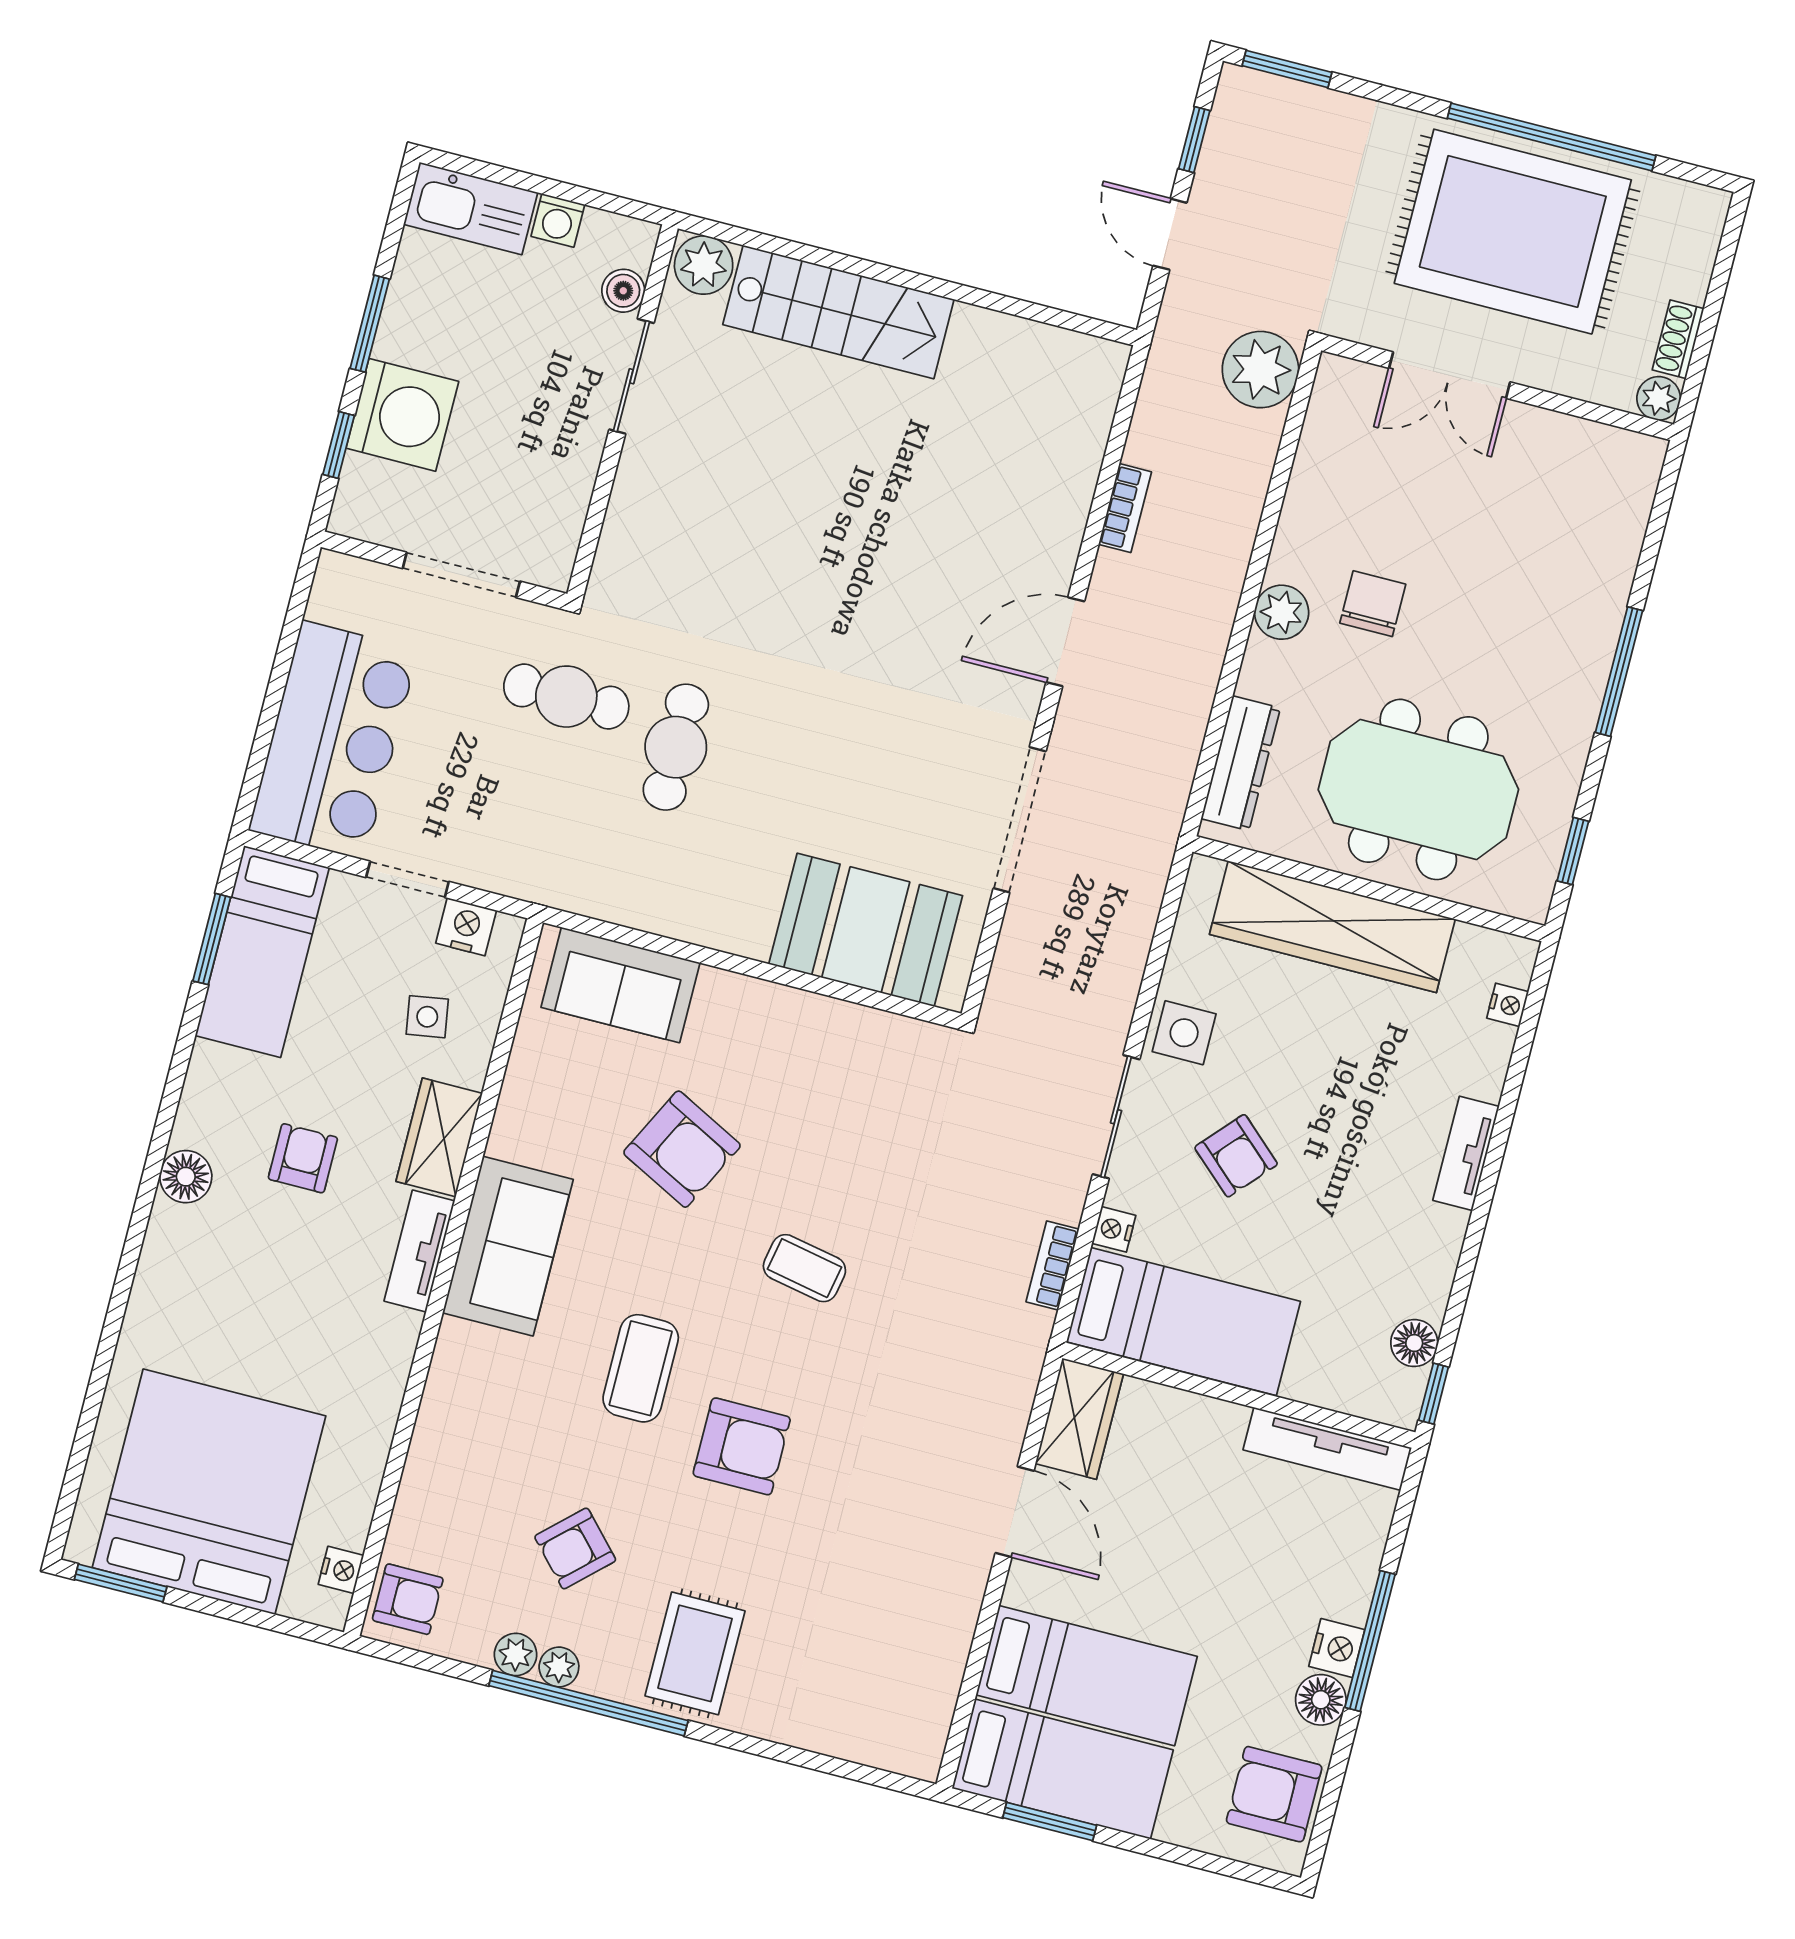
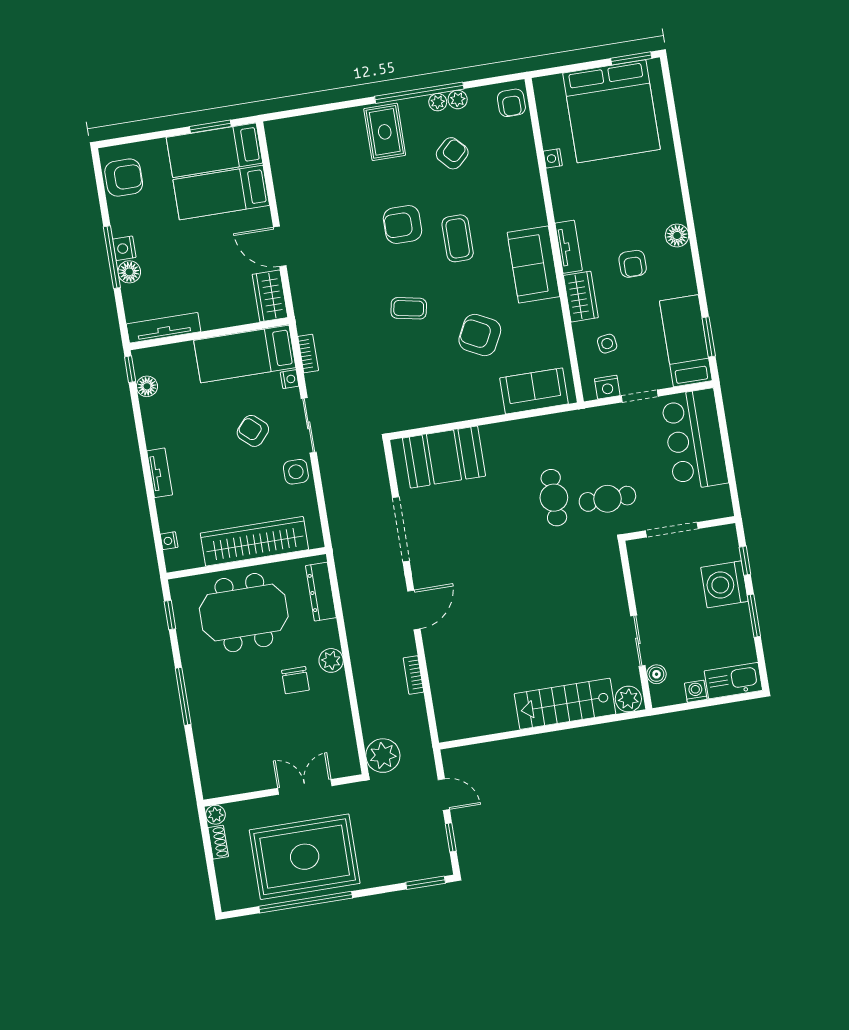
nightstand: (341, 1570) -> (553, 158), moved
armchair: (408, 1599) -> (511, 103), turned -90
floor lamp: (1321, 1700) -> (129, 272), moved

